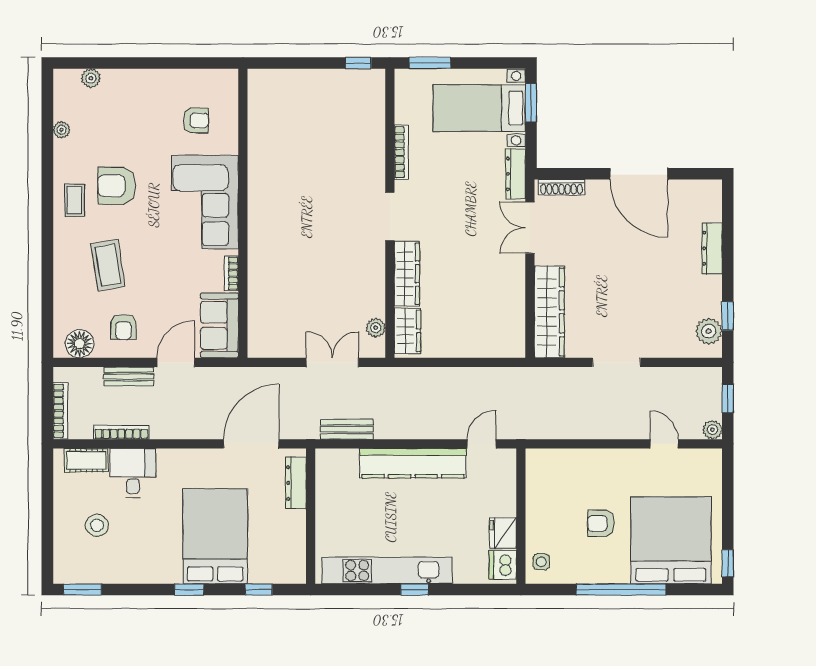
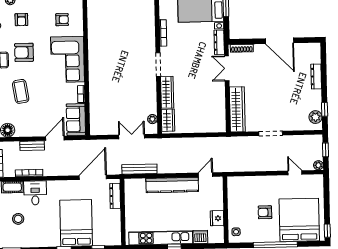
armchair: (123, 327) -> (21, 20), moved
bench: (347, 429) -> (139, 169), width x1.36
dishwasher: (503, 565) -> (200, 237), moved, turned 90

